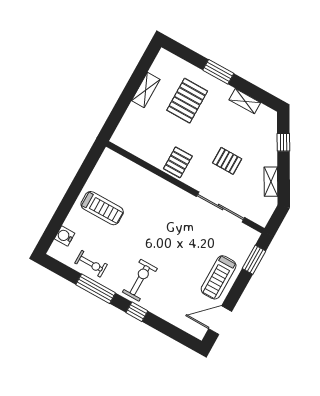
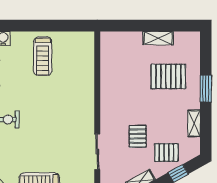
pallet: (178, 162) -> (166, 153), moved
sliding door: (221, 207) -> (97, 152), width x0.73

